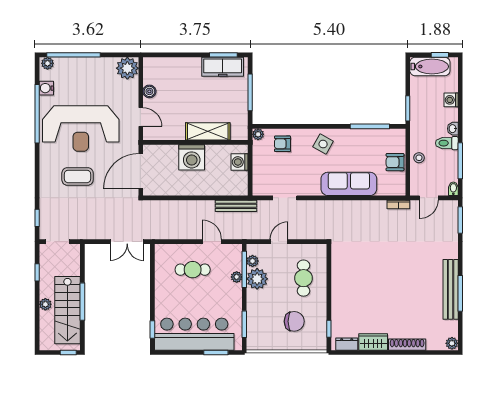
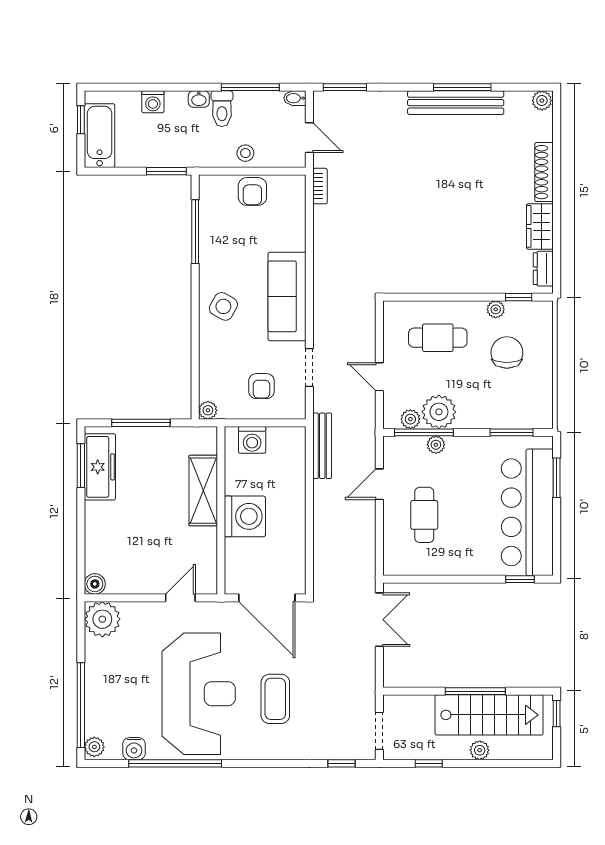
boiler: (149, 91) -> (95, 584), moved
armchair: (282, 144) -> (261, 386), moved
sofa: (349, 184) -> (287, 296), moved
plant: (321, 314) -> (496, 309), added

